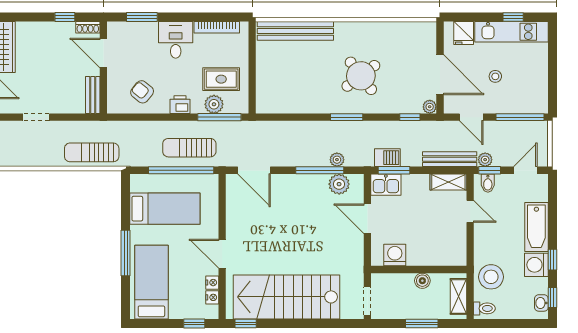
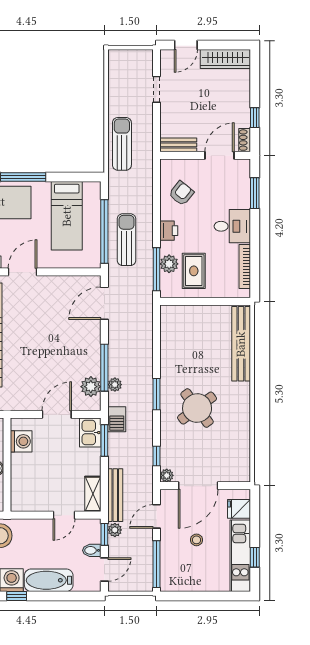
barbecue: (387, 158) -> (117, 419), moved
door: (525, 170) -> (104, 569), hinge flipped
bidet: (488, 183) -> (92, 550), moved

